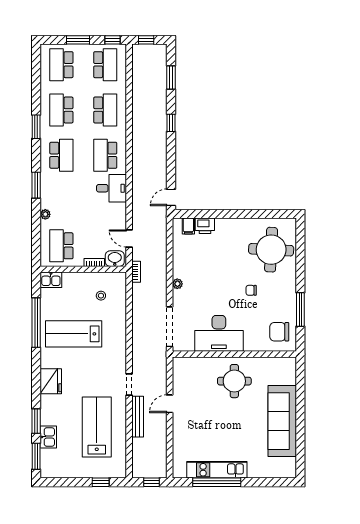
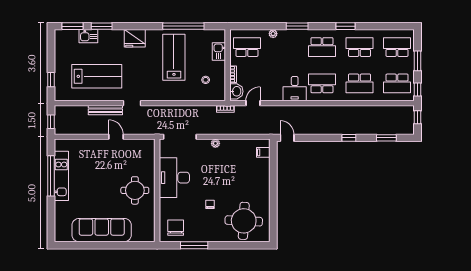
printer: (205, 226) -> (263, 166), removed
kitchen sink: (51, 280) -> (219, 51), moved

